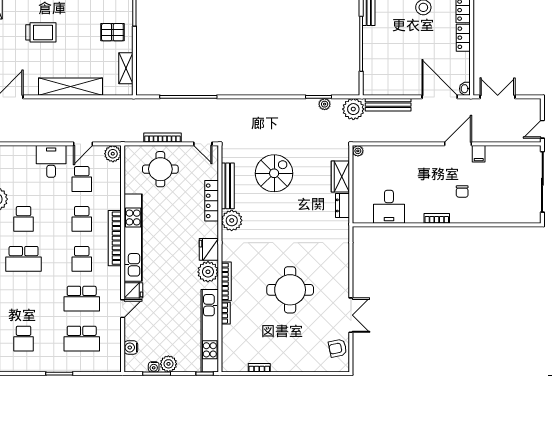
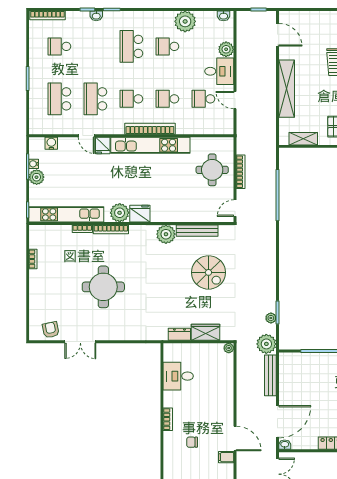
plant: (113, 154) -> (226, 49), moved
locker: (212, 201) -> (184, 216), removed

